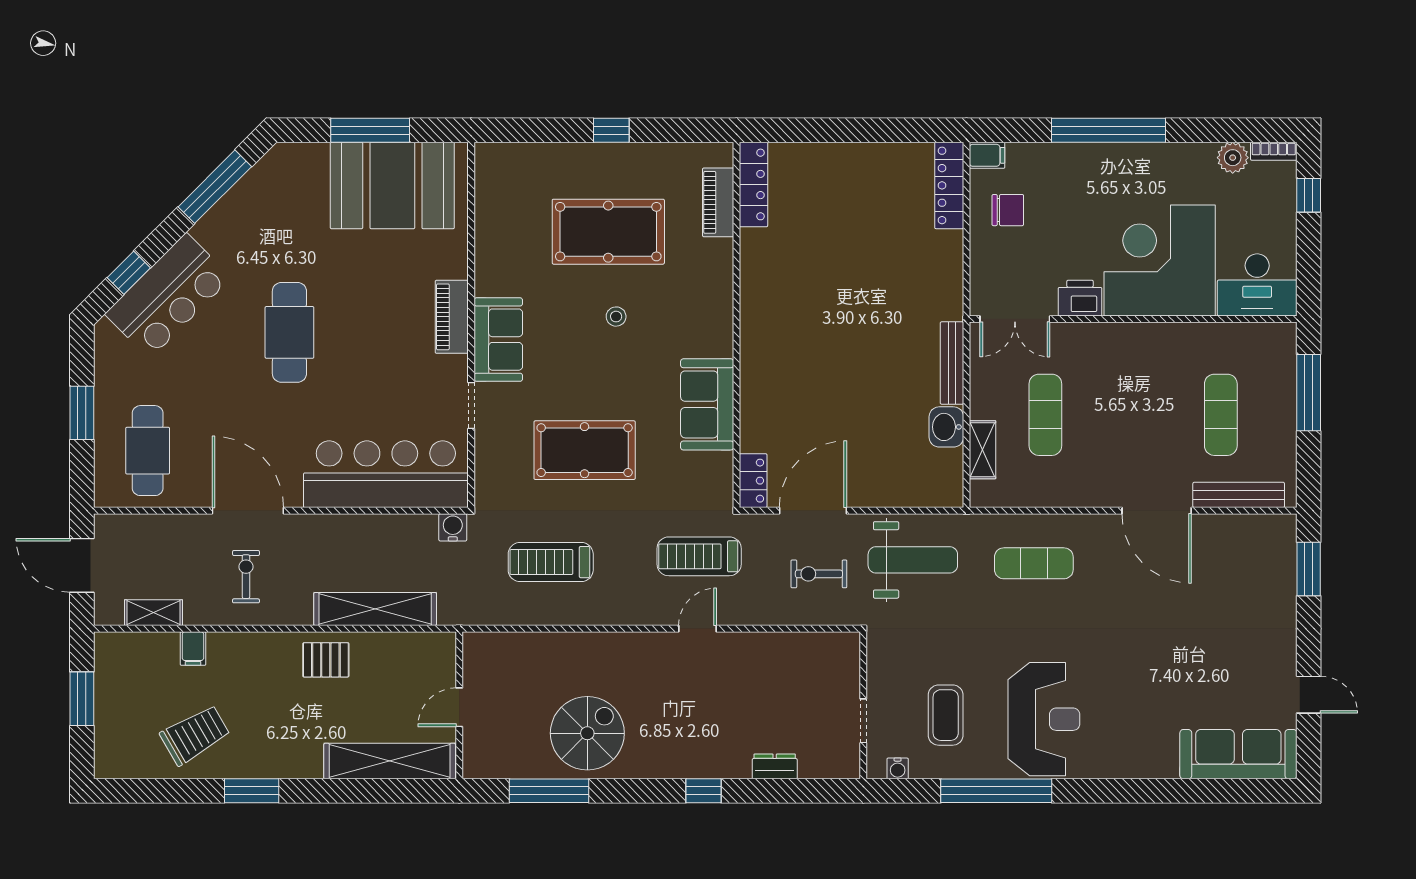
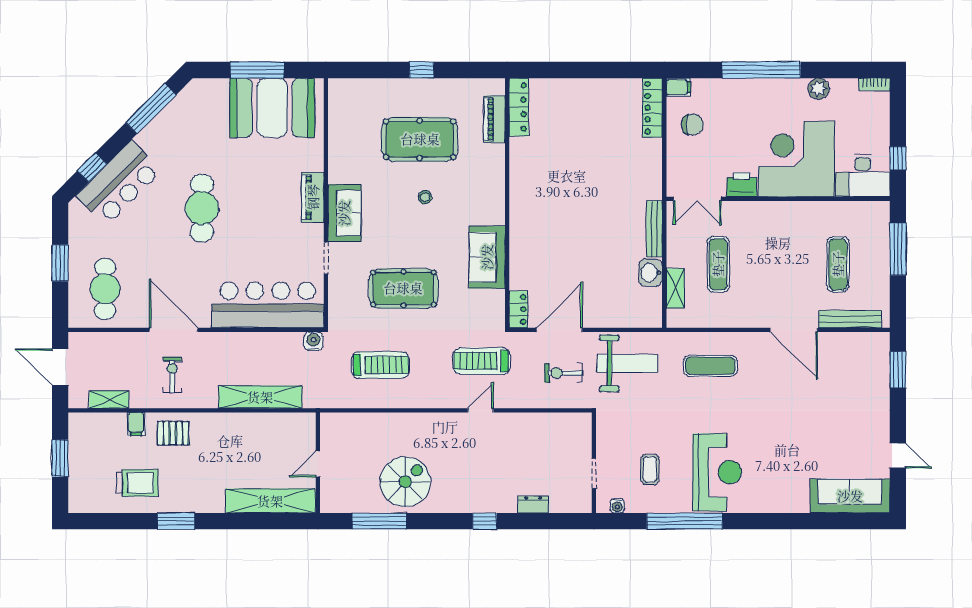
plant: (1233, 158) -> (818, 89), moved
window: (1309, 195) -> (898, 158), moved
treadmill: (551, 562) -> (380, 365), turned 180
pallet: (326, 660) -> (173, 433), moved
coffee table: (946, 715) -> (650, 469), width x0.73, depth x0.77
trolley: (195, 735) -> (137, 483), turned 30

